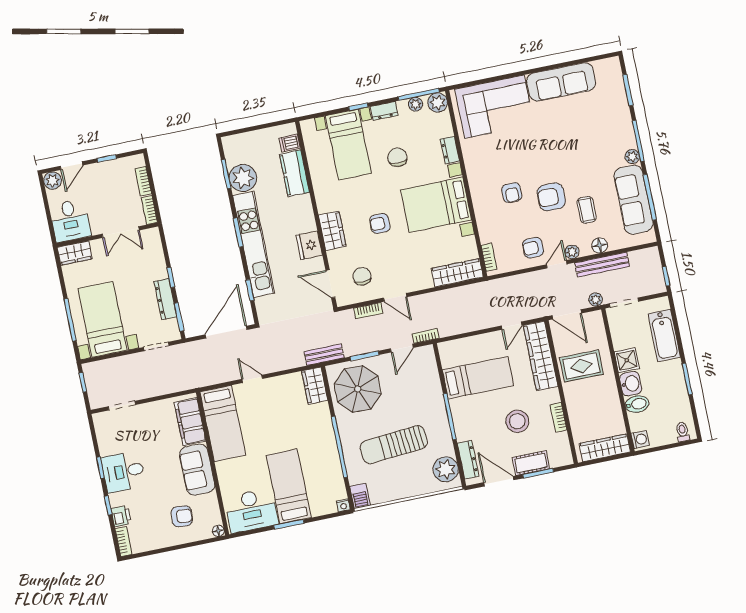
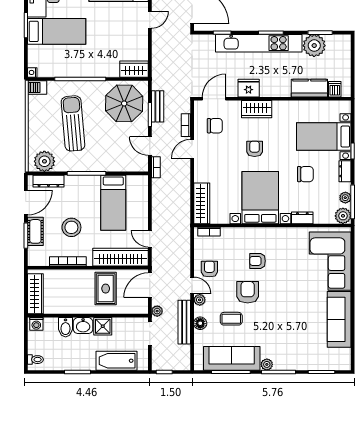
bench: (324, 355) -> (158, 106), moved
bookcase: (558, 417) -> (68, 261), width x1.56

